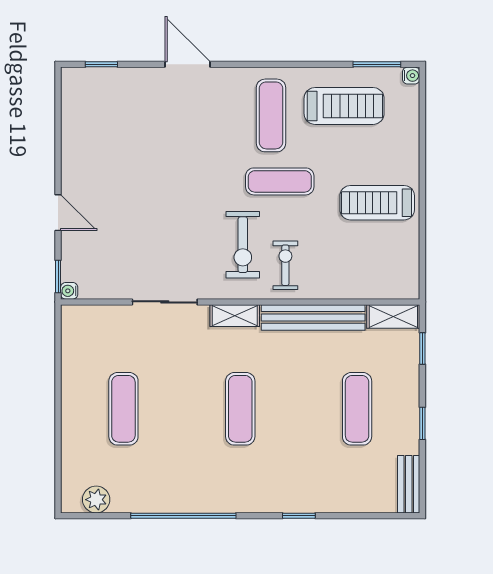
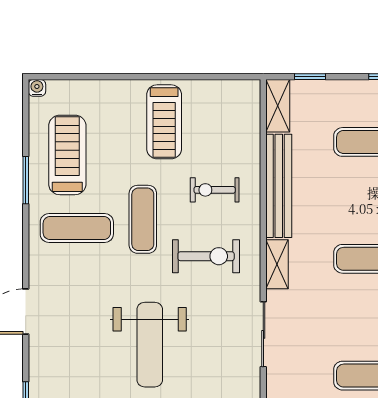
window: (377, 64) -> (26, 180), moved
weight bench: (154, 188) -> (150, 345), added
exercise bike: (285, 265) -> (215, 190), moved

